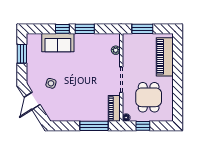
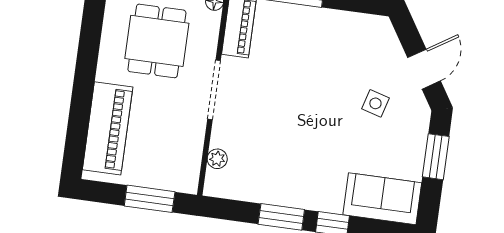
sofa: (58, 43) -> (382, 199), moved
window: (22, 54) -> (436, 157), moved

